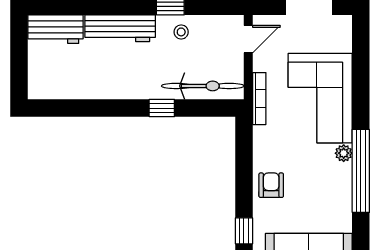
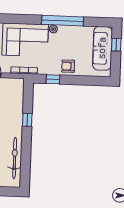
bicycle: (203, 86) -> (15, 158), moved
window: (244, 231) -> (53, 79), moved

